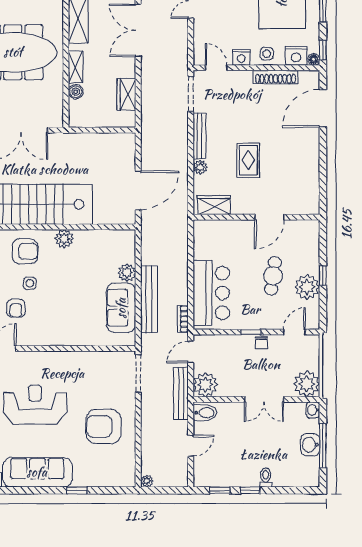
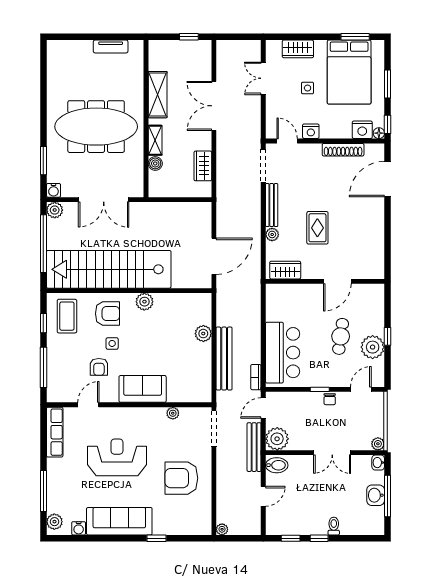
side table: (267, 54) -> (308, 88), moved
sofa: (121, 308) -> (143, 389), moved, turned 90
plant: (94, 357) -> (173, 413), added
plant: (307, 384) -> (378, 444), width x0.53, depth x0.53

